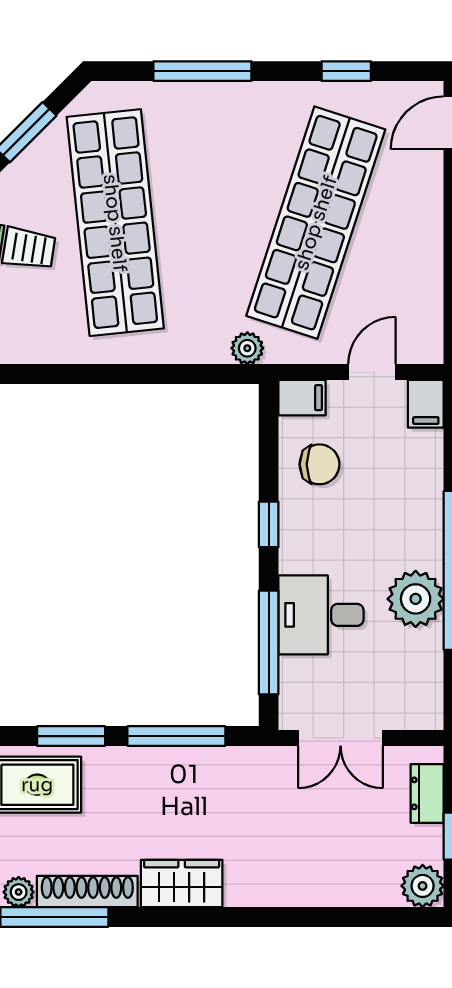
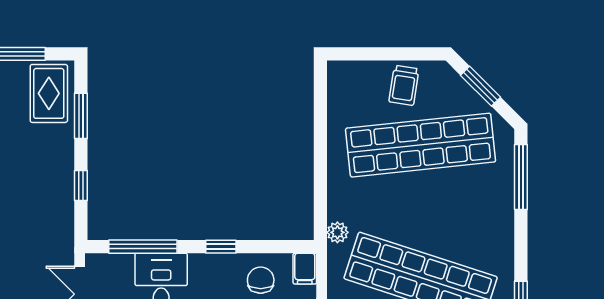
window: (202, 71) -> (521, 177), moved
chair: (319, 464) -> (261, 280), turned 180
window: (176, 736) -> (81, 185), width x0.46

